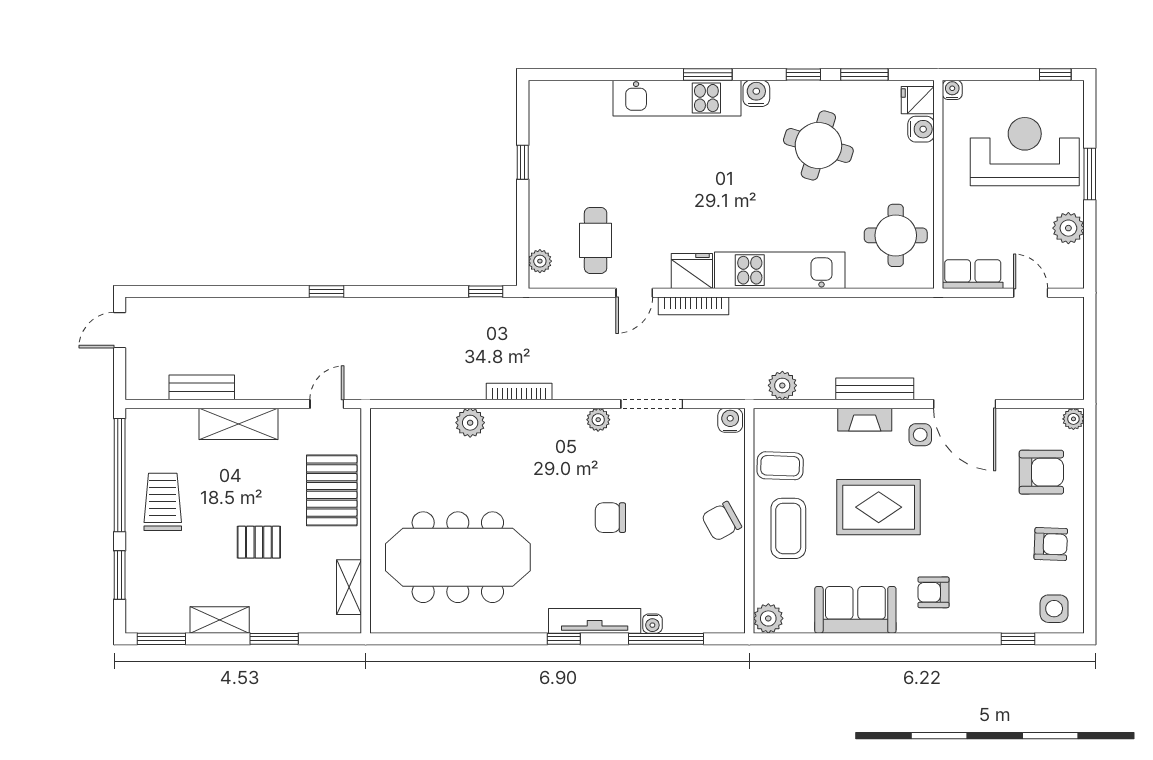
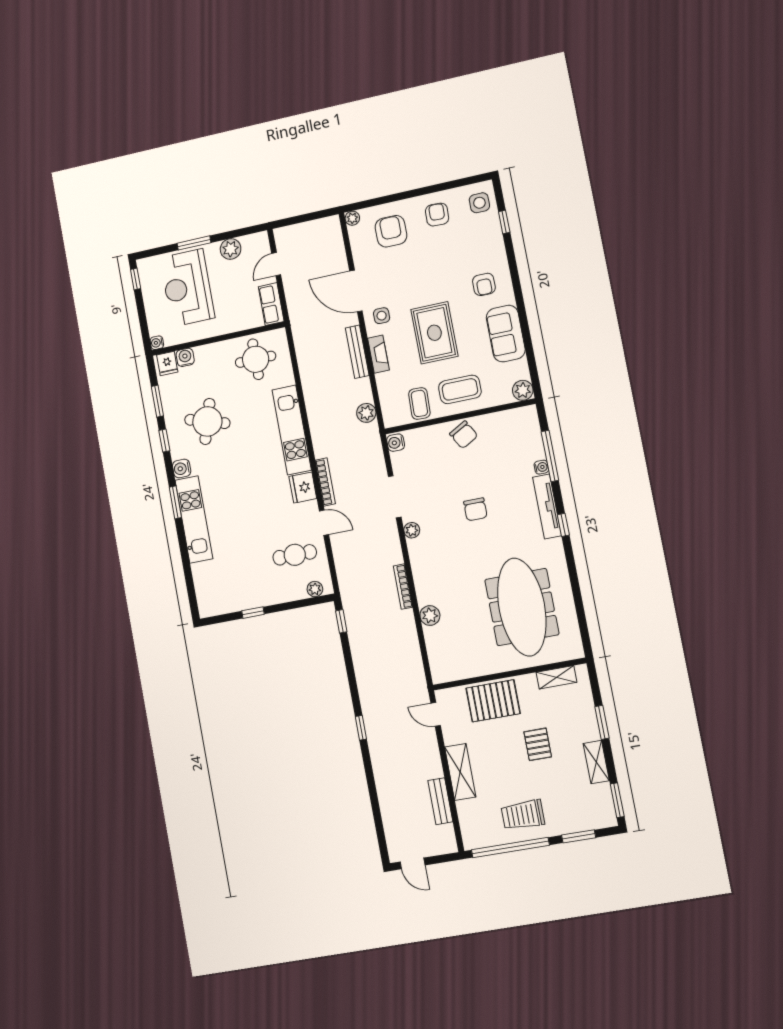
door: (965, 404) -> (356, 291), swing flipped

